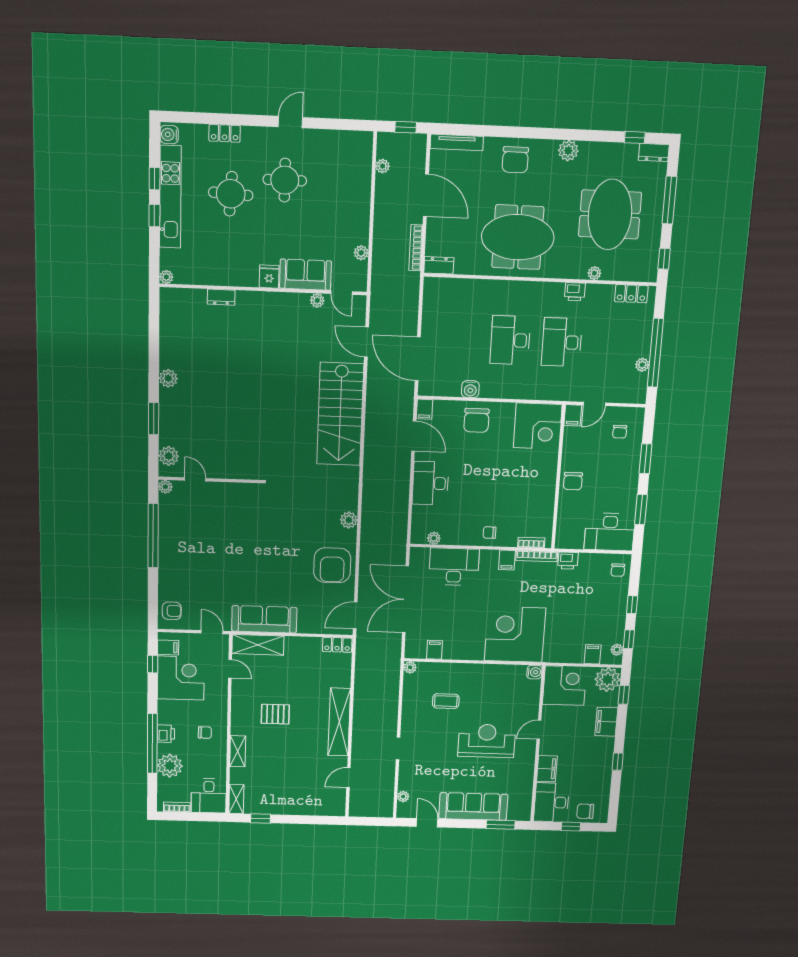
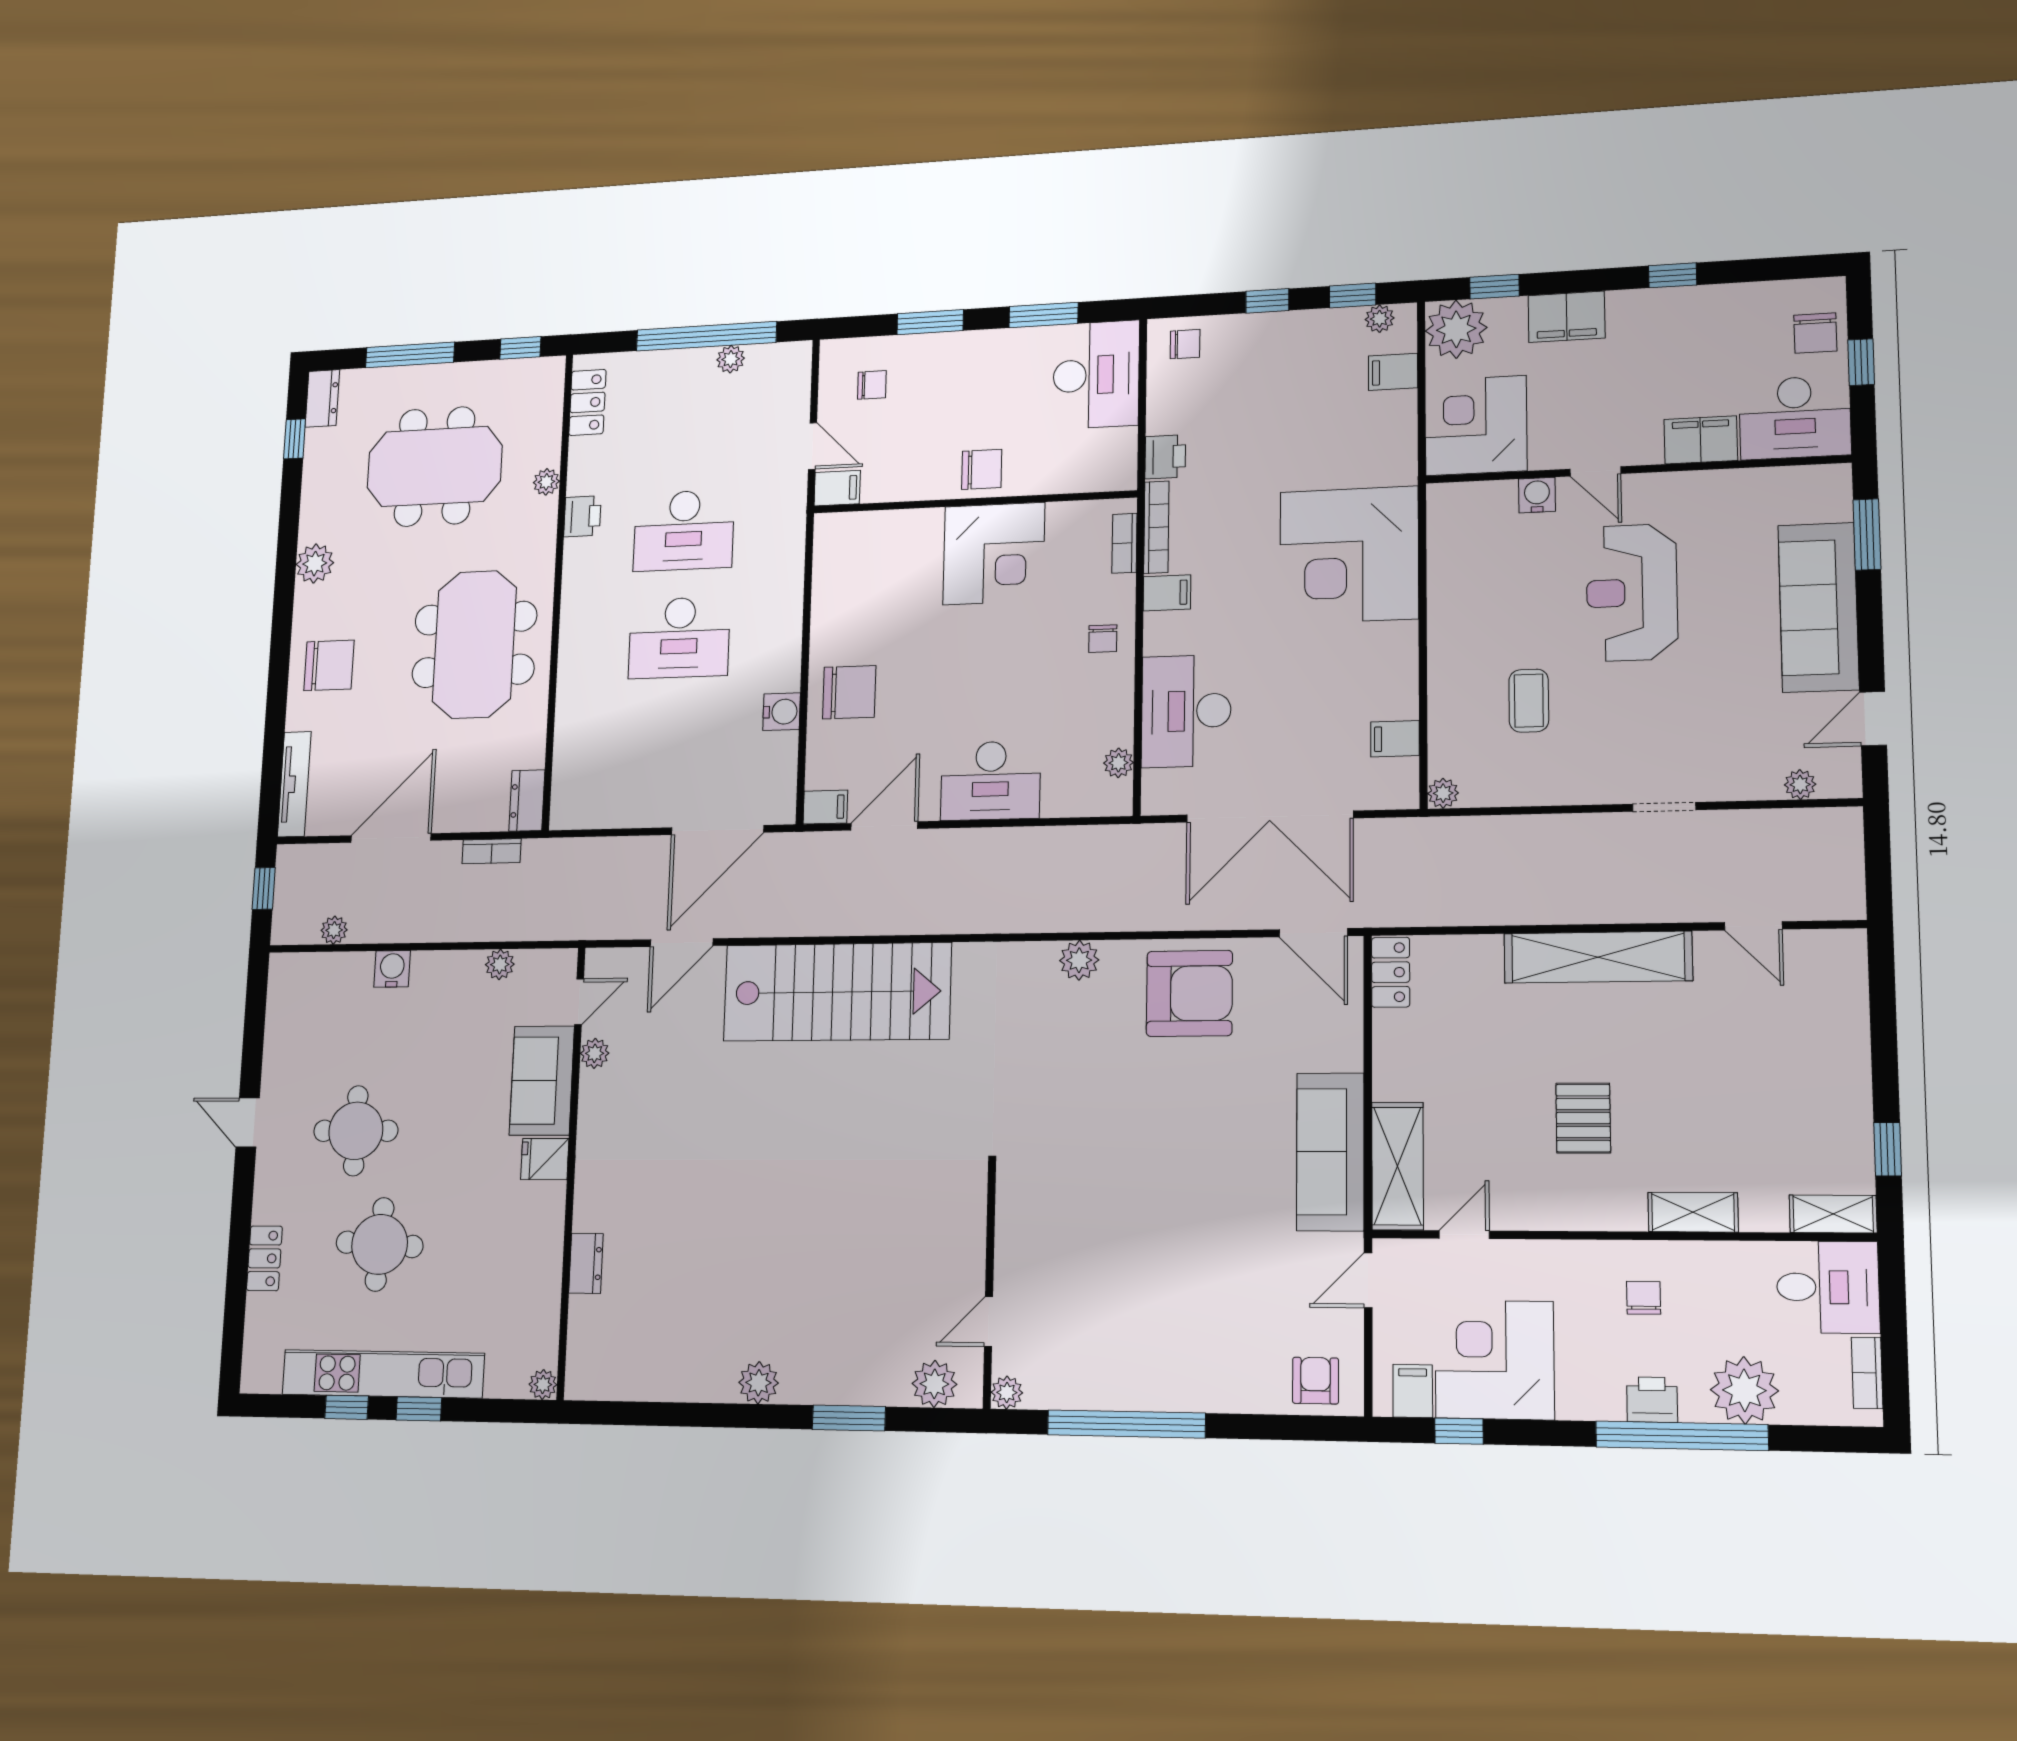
water cooler: (169, 135) -> (392, 969), moved, turned 180
bookcase: (416, 248) -> (492, 851), width x0.64
corner desk: (538, 426) -> (994, 554), moved, turned 90
water cooler: (534, 672) -> (1537, 495), moved

